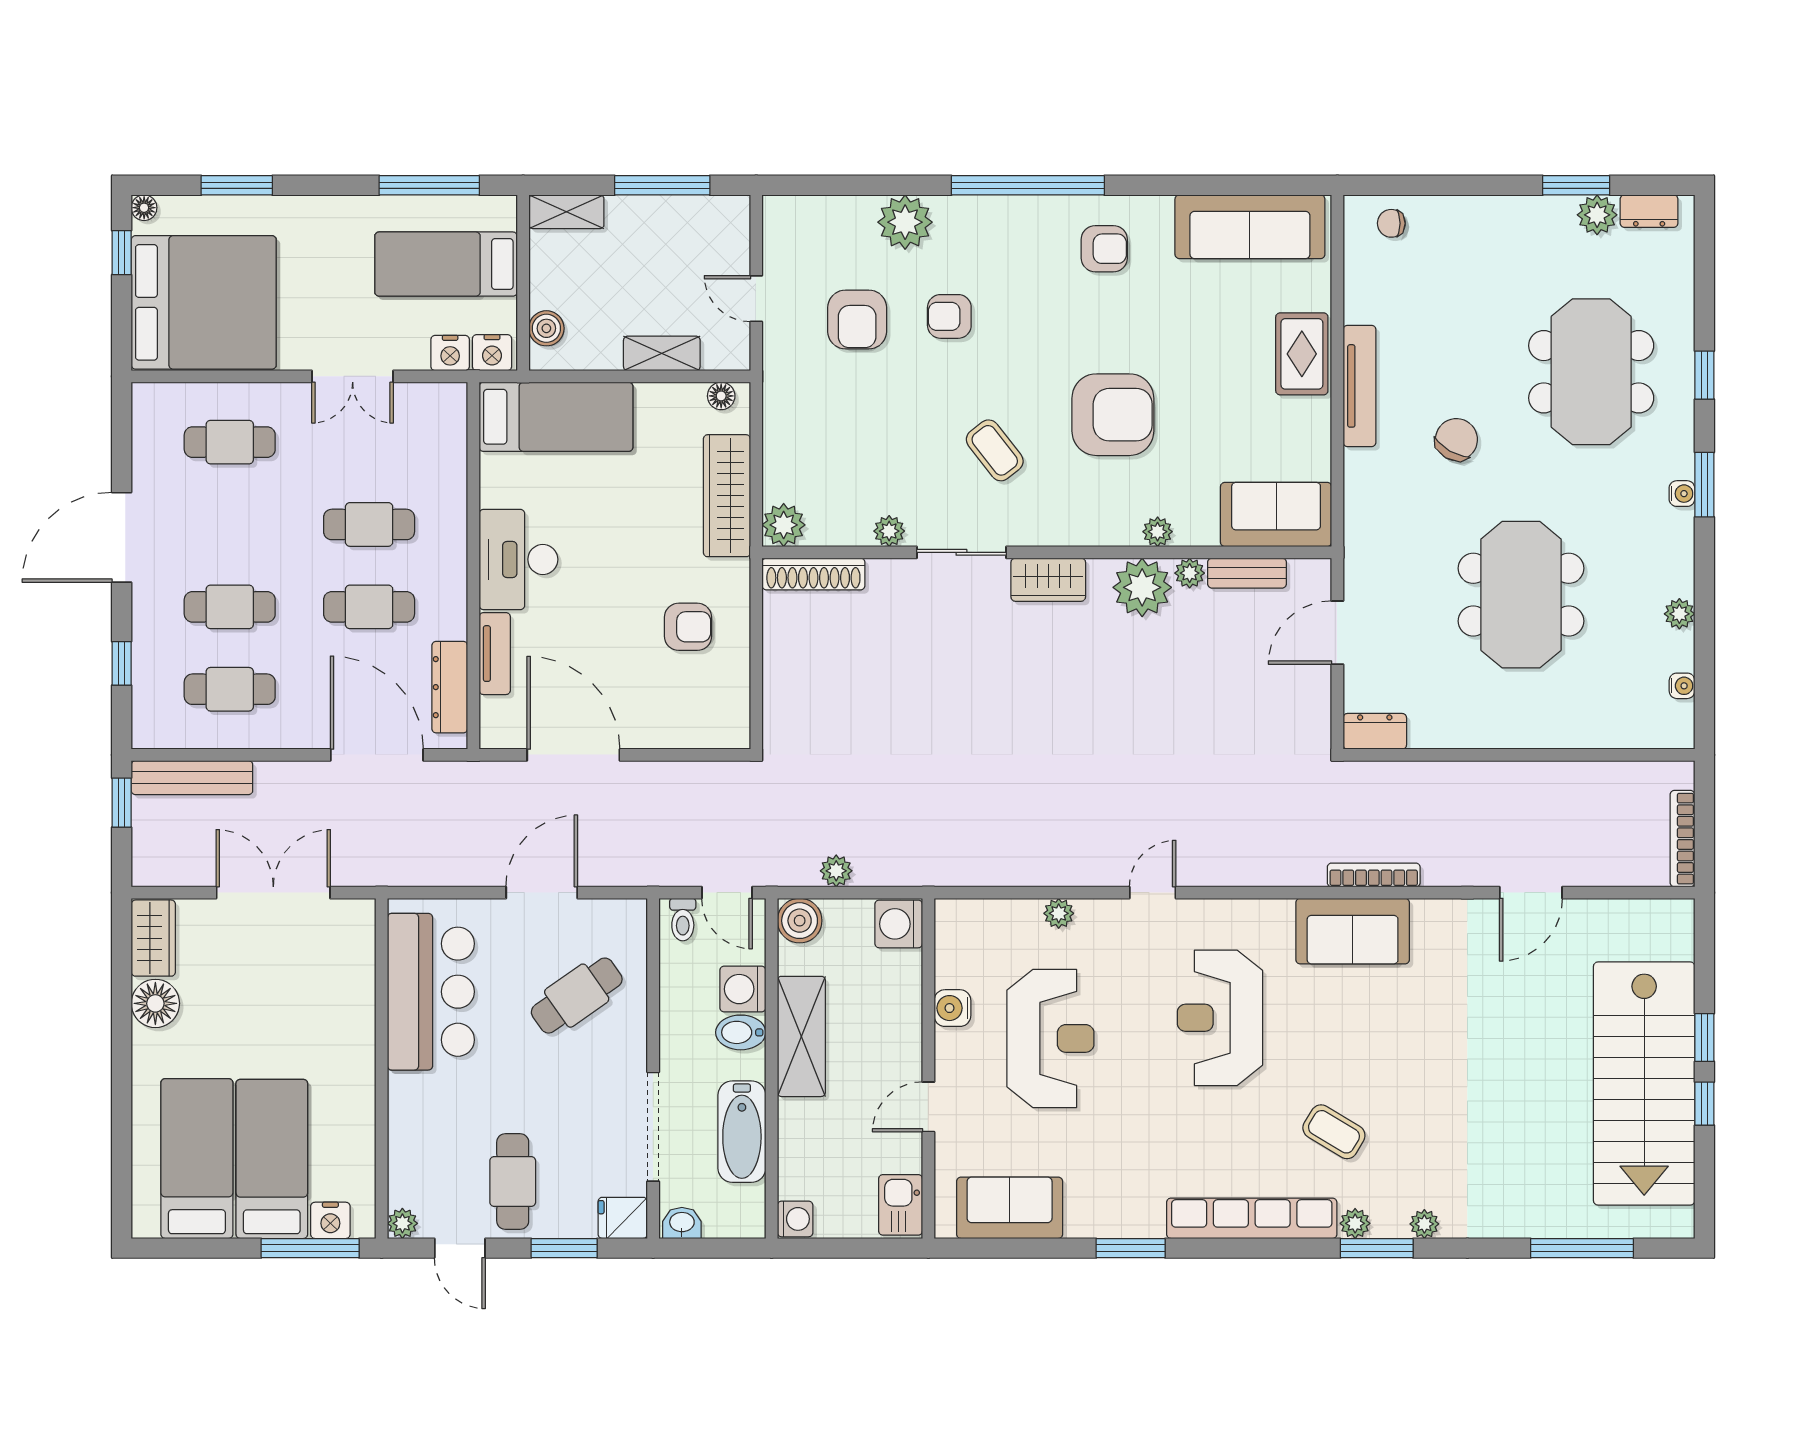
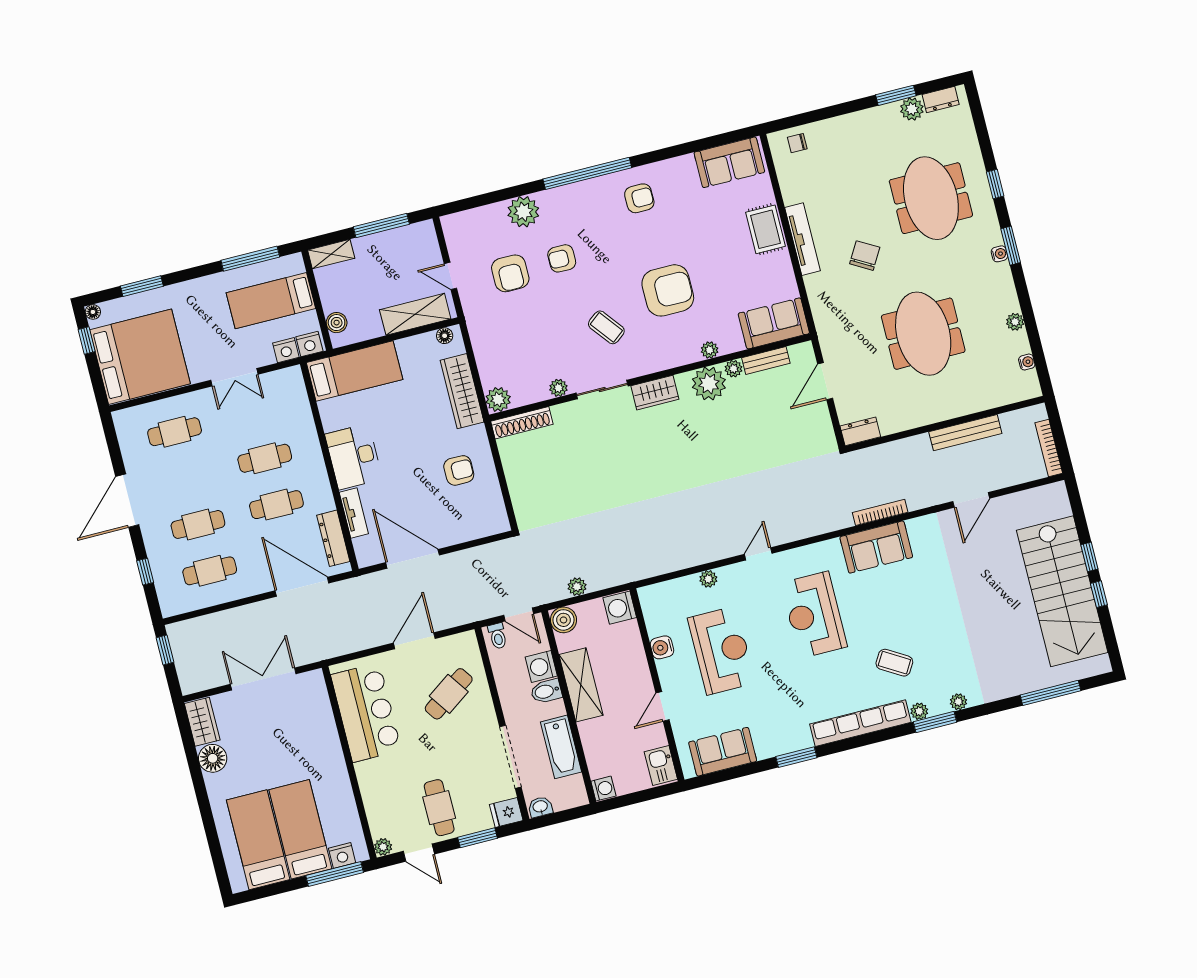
sofa: (1250, 227) -> (729, 162), width x0.73
shelving: (662, 353) -> (415, 314), width x1.50, depth x1.33
bench: (192, 778) -> (965, 433), moved

